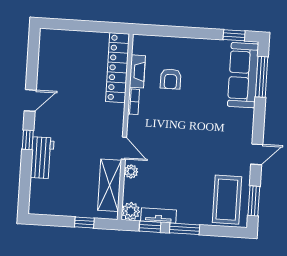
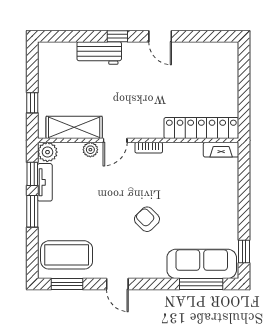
fireplace: (137, 71) -> (221, 150), moved
armchair: (171, 79) -> (147, 219), moved, turned 46
bookcase: (134, 102) -> (149, 148), moved

